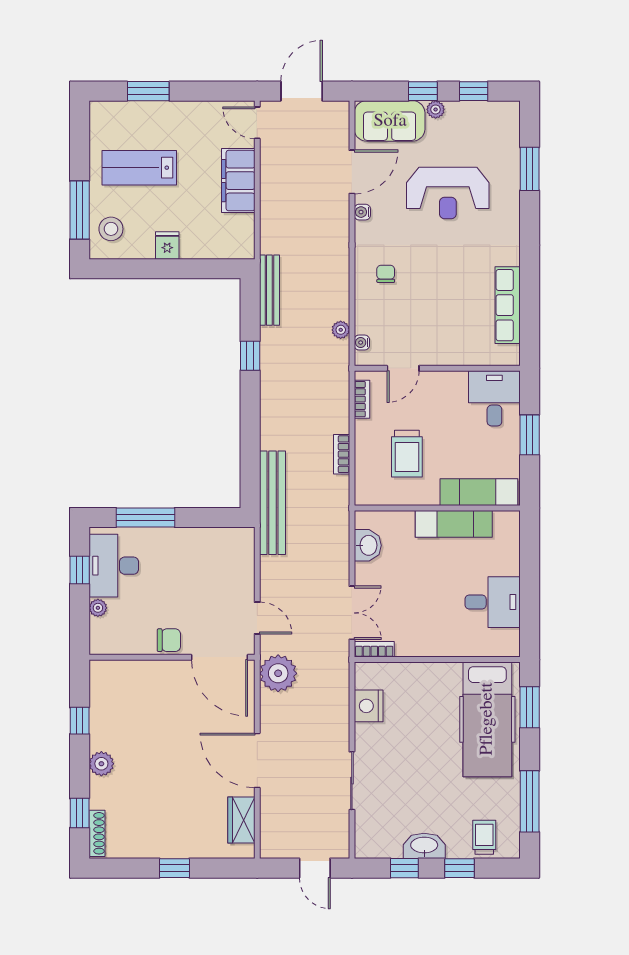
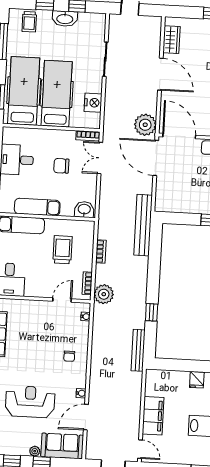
plant: (341, 330) -> (104, 294), moved, width x1.87, depth x1.87
washbasin: (368, 545) -> (84, 210), moved, turned 90
chair: (417, 596) -> (61, 166), added
door: (257, 618) -> (156, 158), width x1.88
hospital bed: (431, 718) -> (57, 94), added

